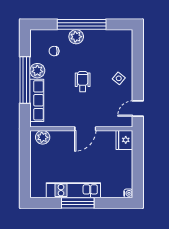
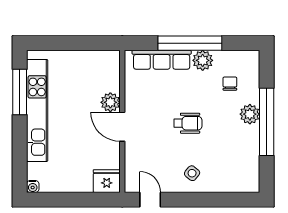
plant: (43, 137) -> (110, 102), moved
kitchen unit: (73, 190) -> (37, 110), width x1.36
window: (78, 203) -> (20, 92), moved

